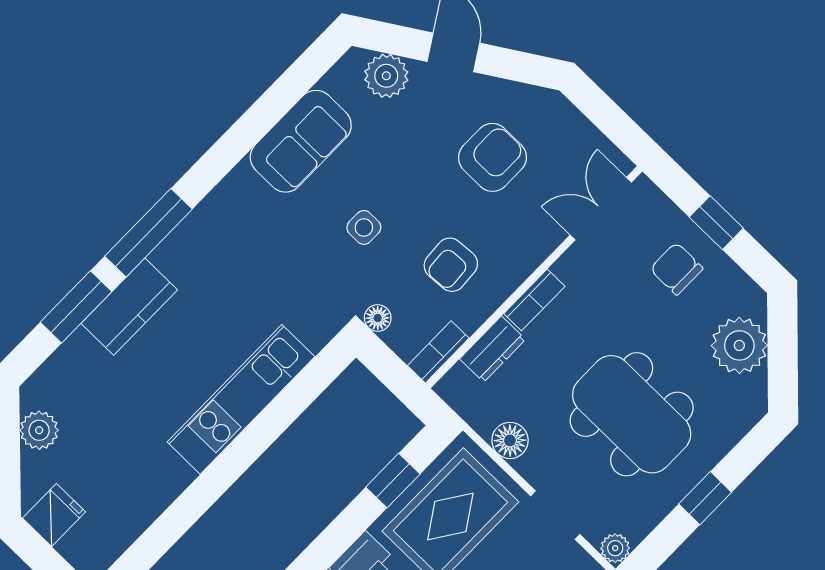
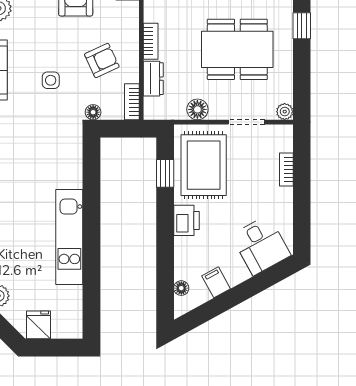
armchair: (451, 265) -> (102, 60), turned -111
kitchen unit: (241, 399) -> (69, 237), moved
window: (705, 498) -> (302, 26), moved

